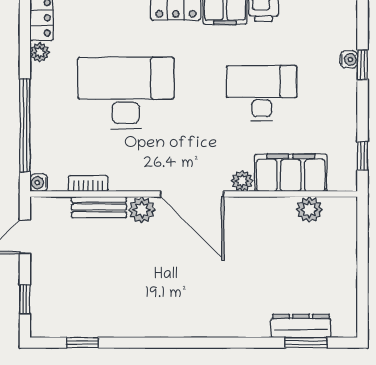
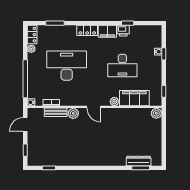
desk: (262, 93) -> (122, 66), turned 180
door: (192, 194) -> (94, 107), width x0.53
plant: (309, 210) -> (156, 113), moved

